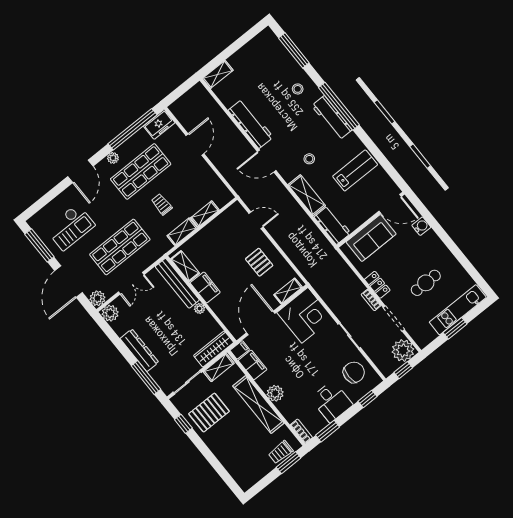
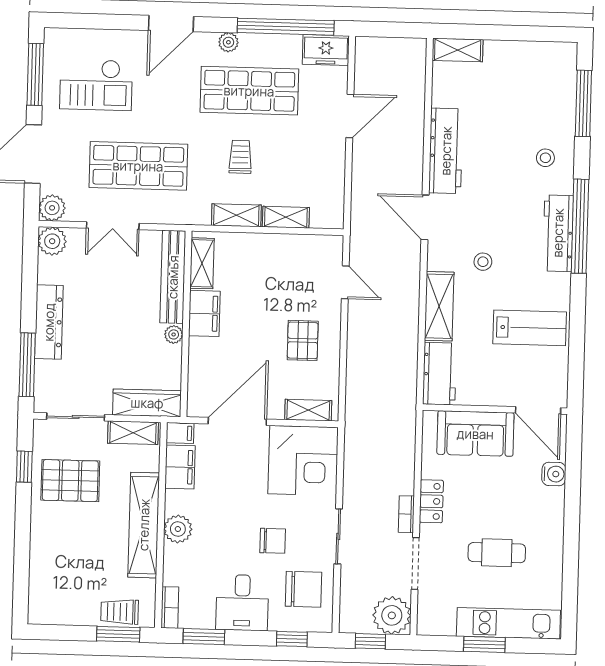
chair: (322, 363) -> (273, 541), added

